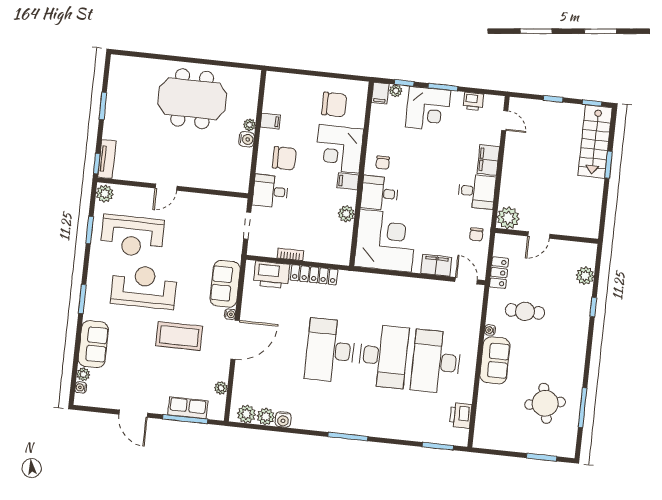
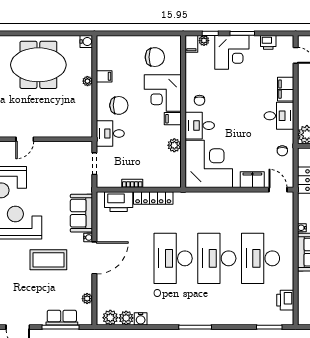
water cooler: (247, 139) -> (86, 42), moved
desk: (383, 356) -> (217, 258), turned 180

